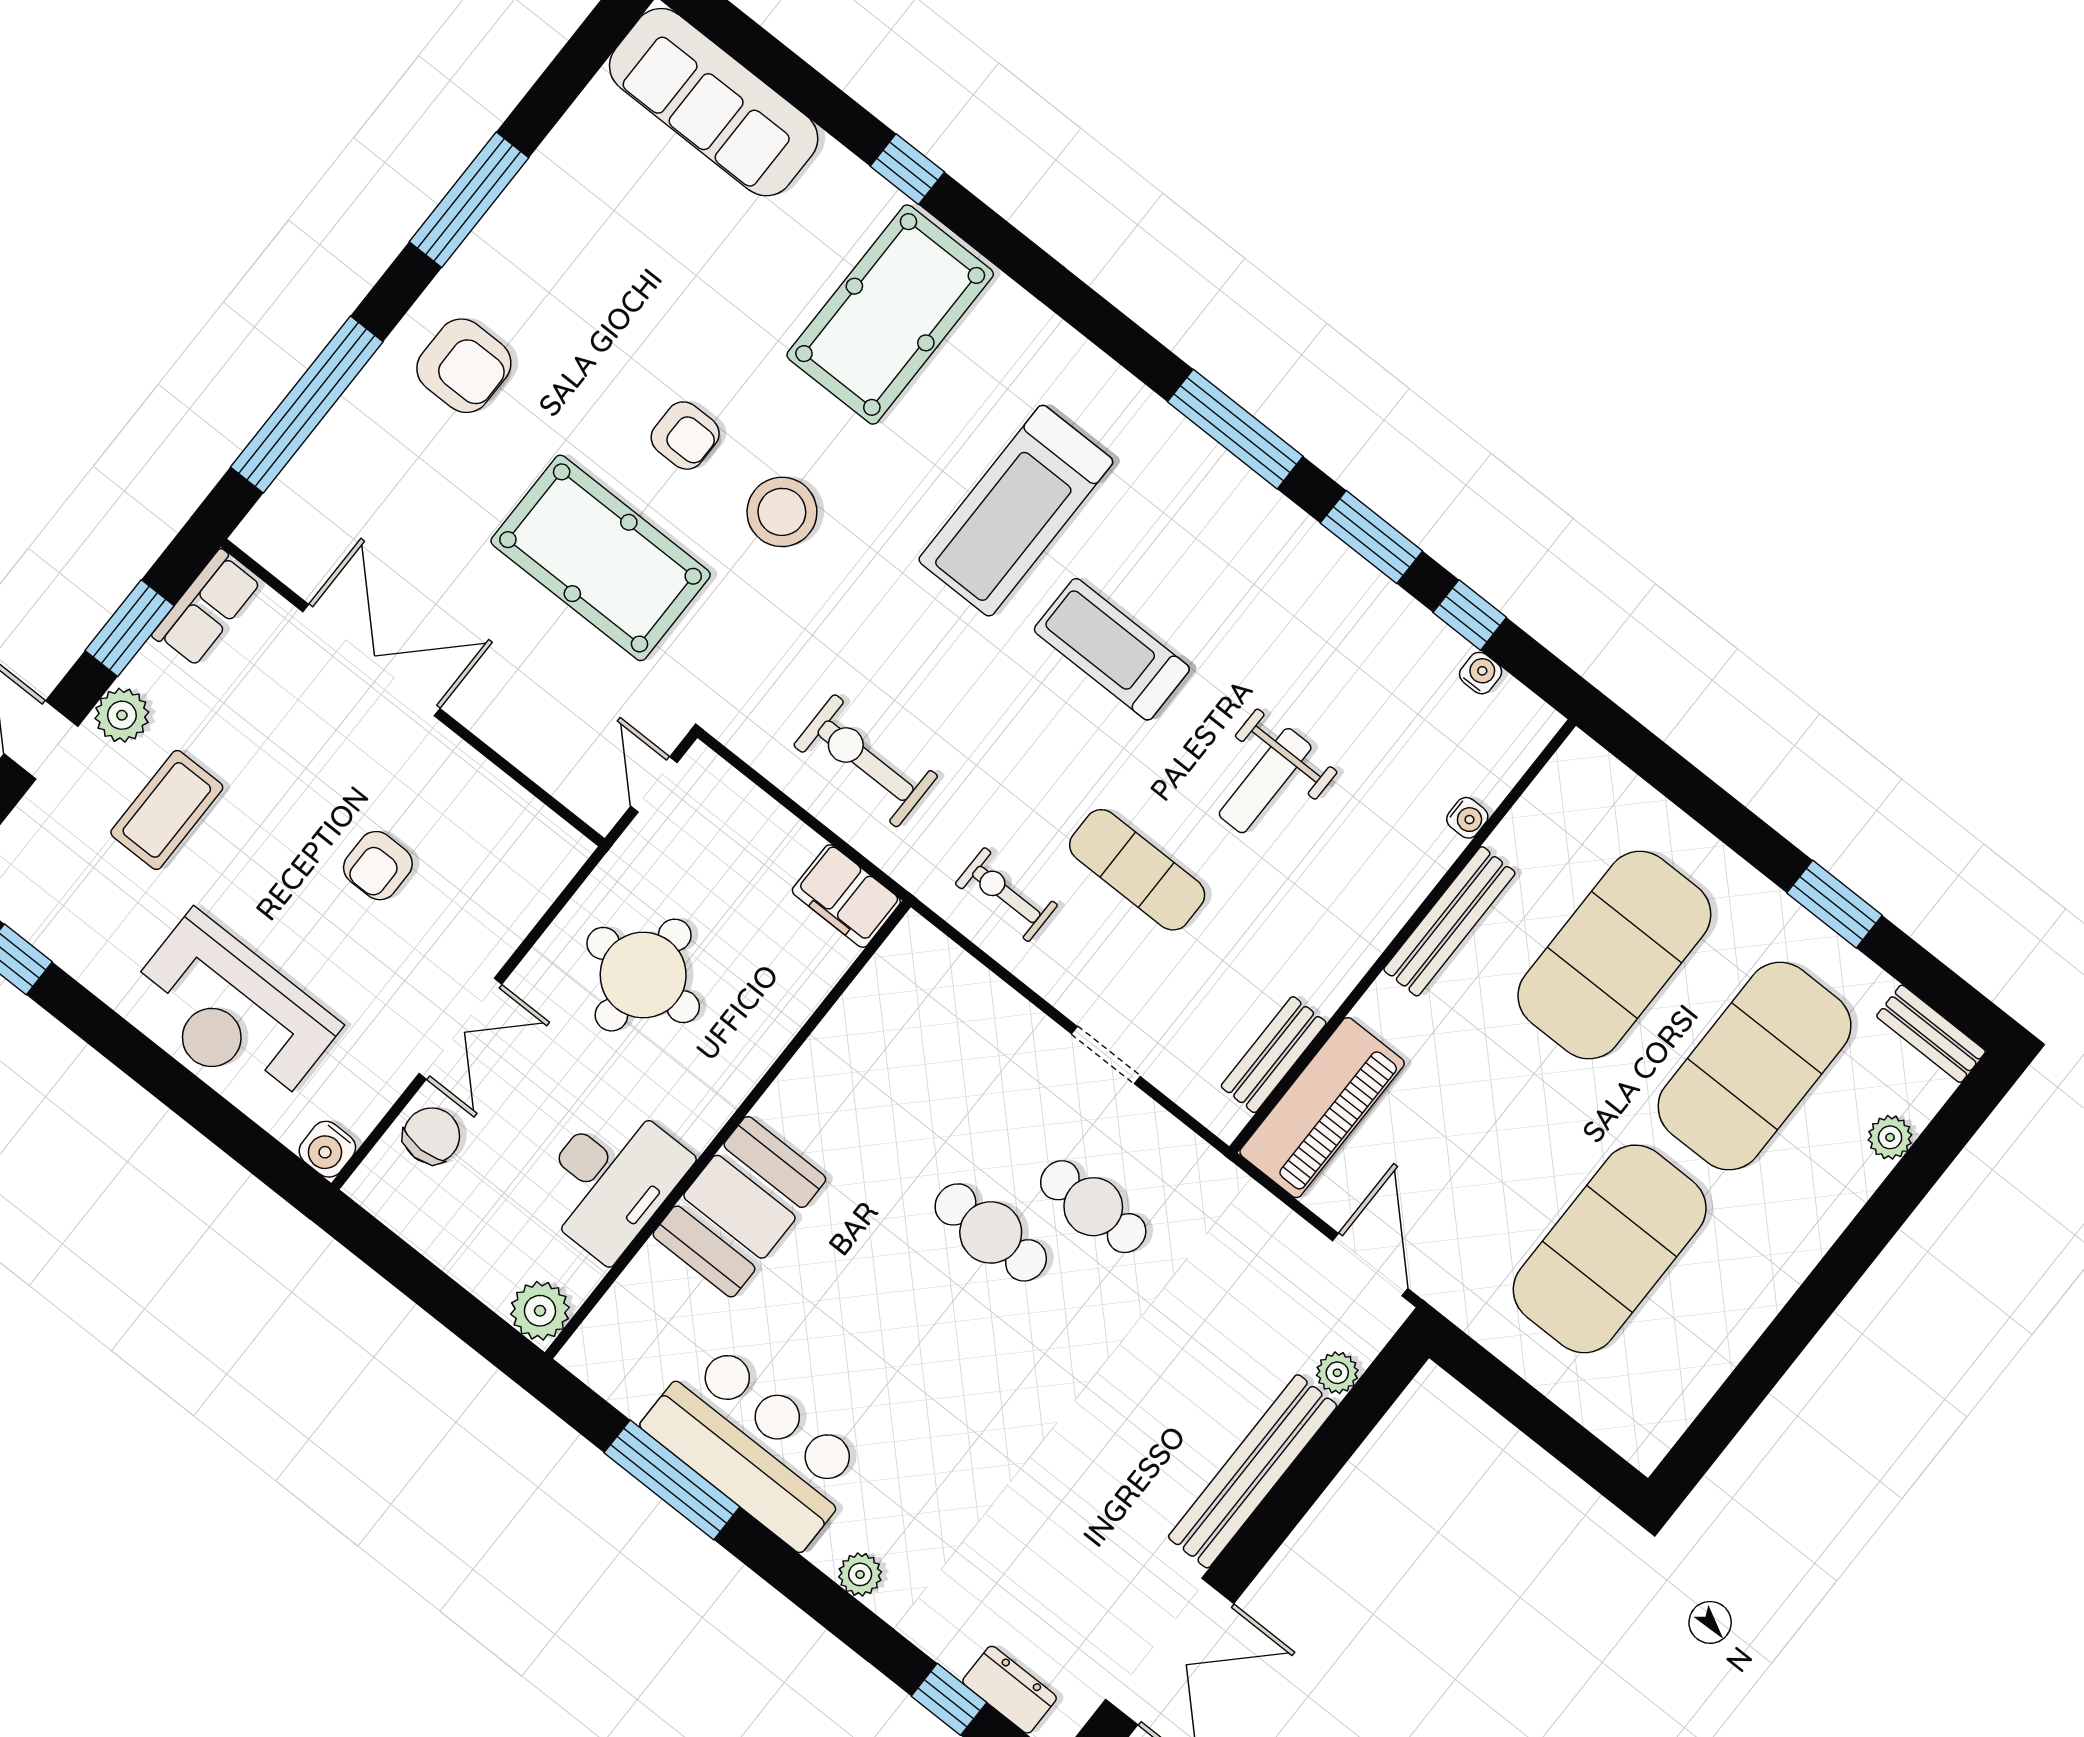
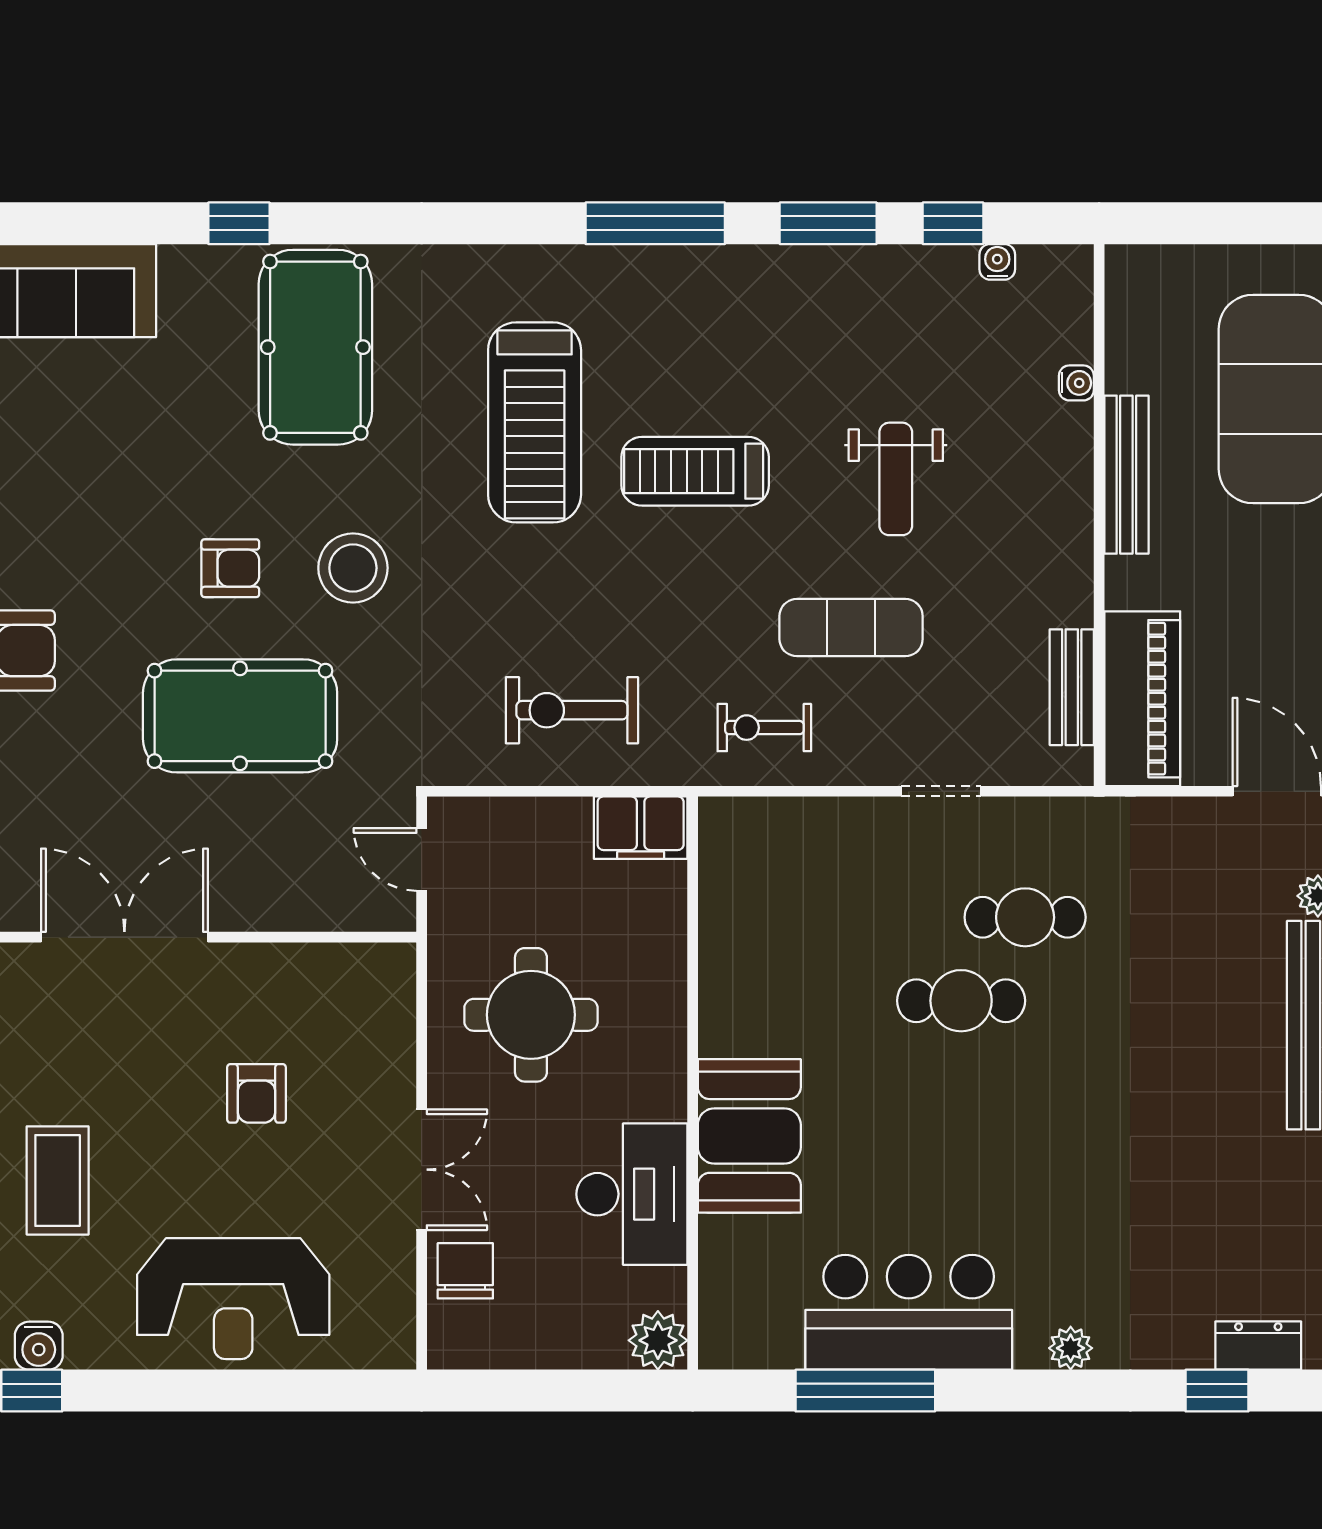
water cooler: (327, 1149) -> (39, 1346), moved

